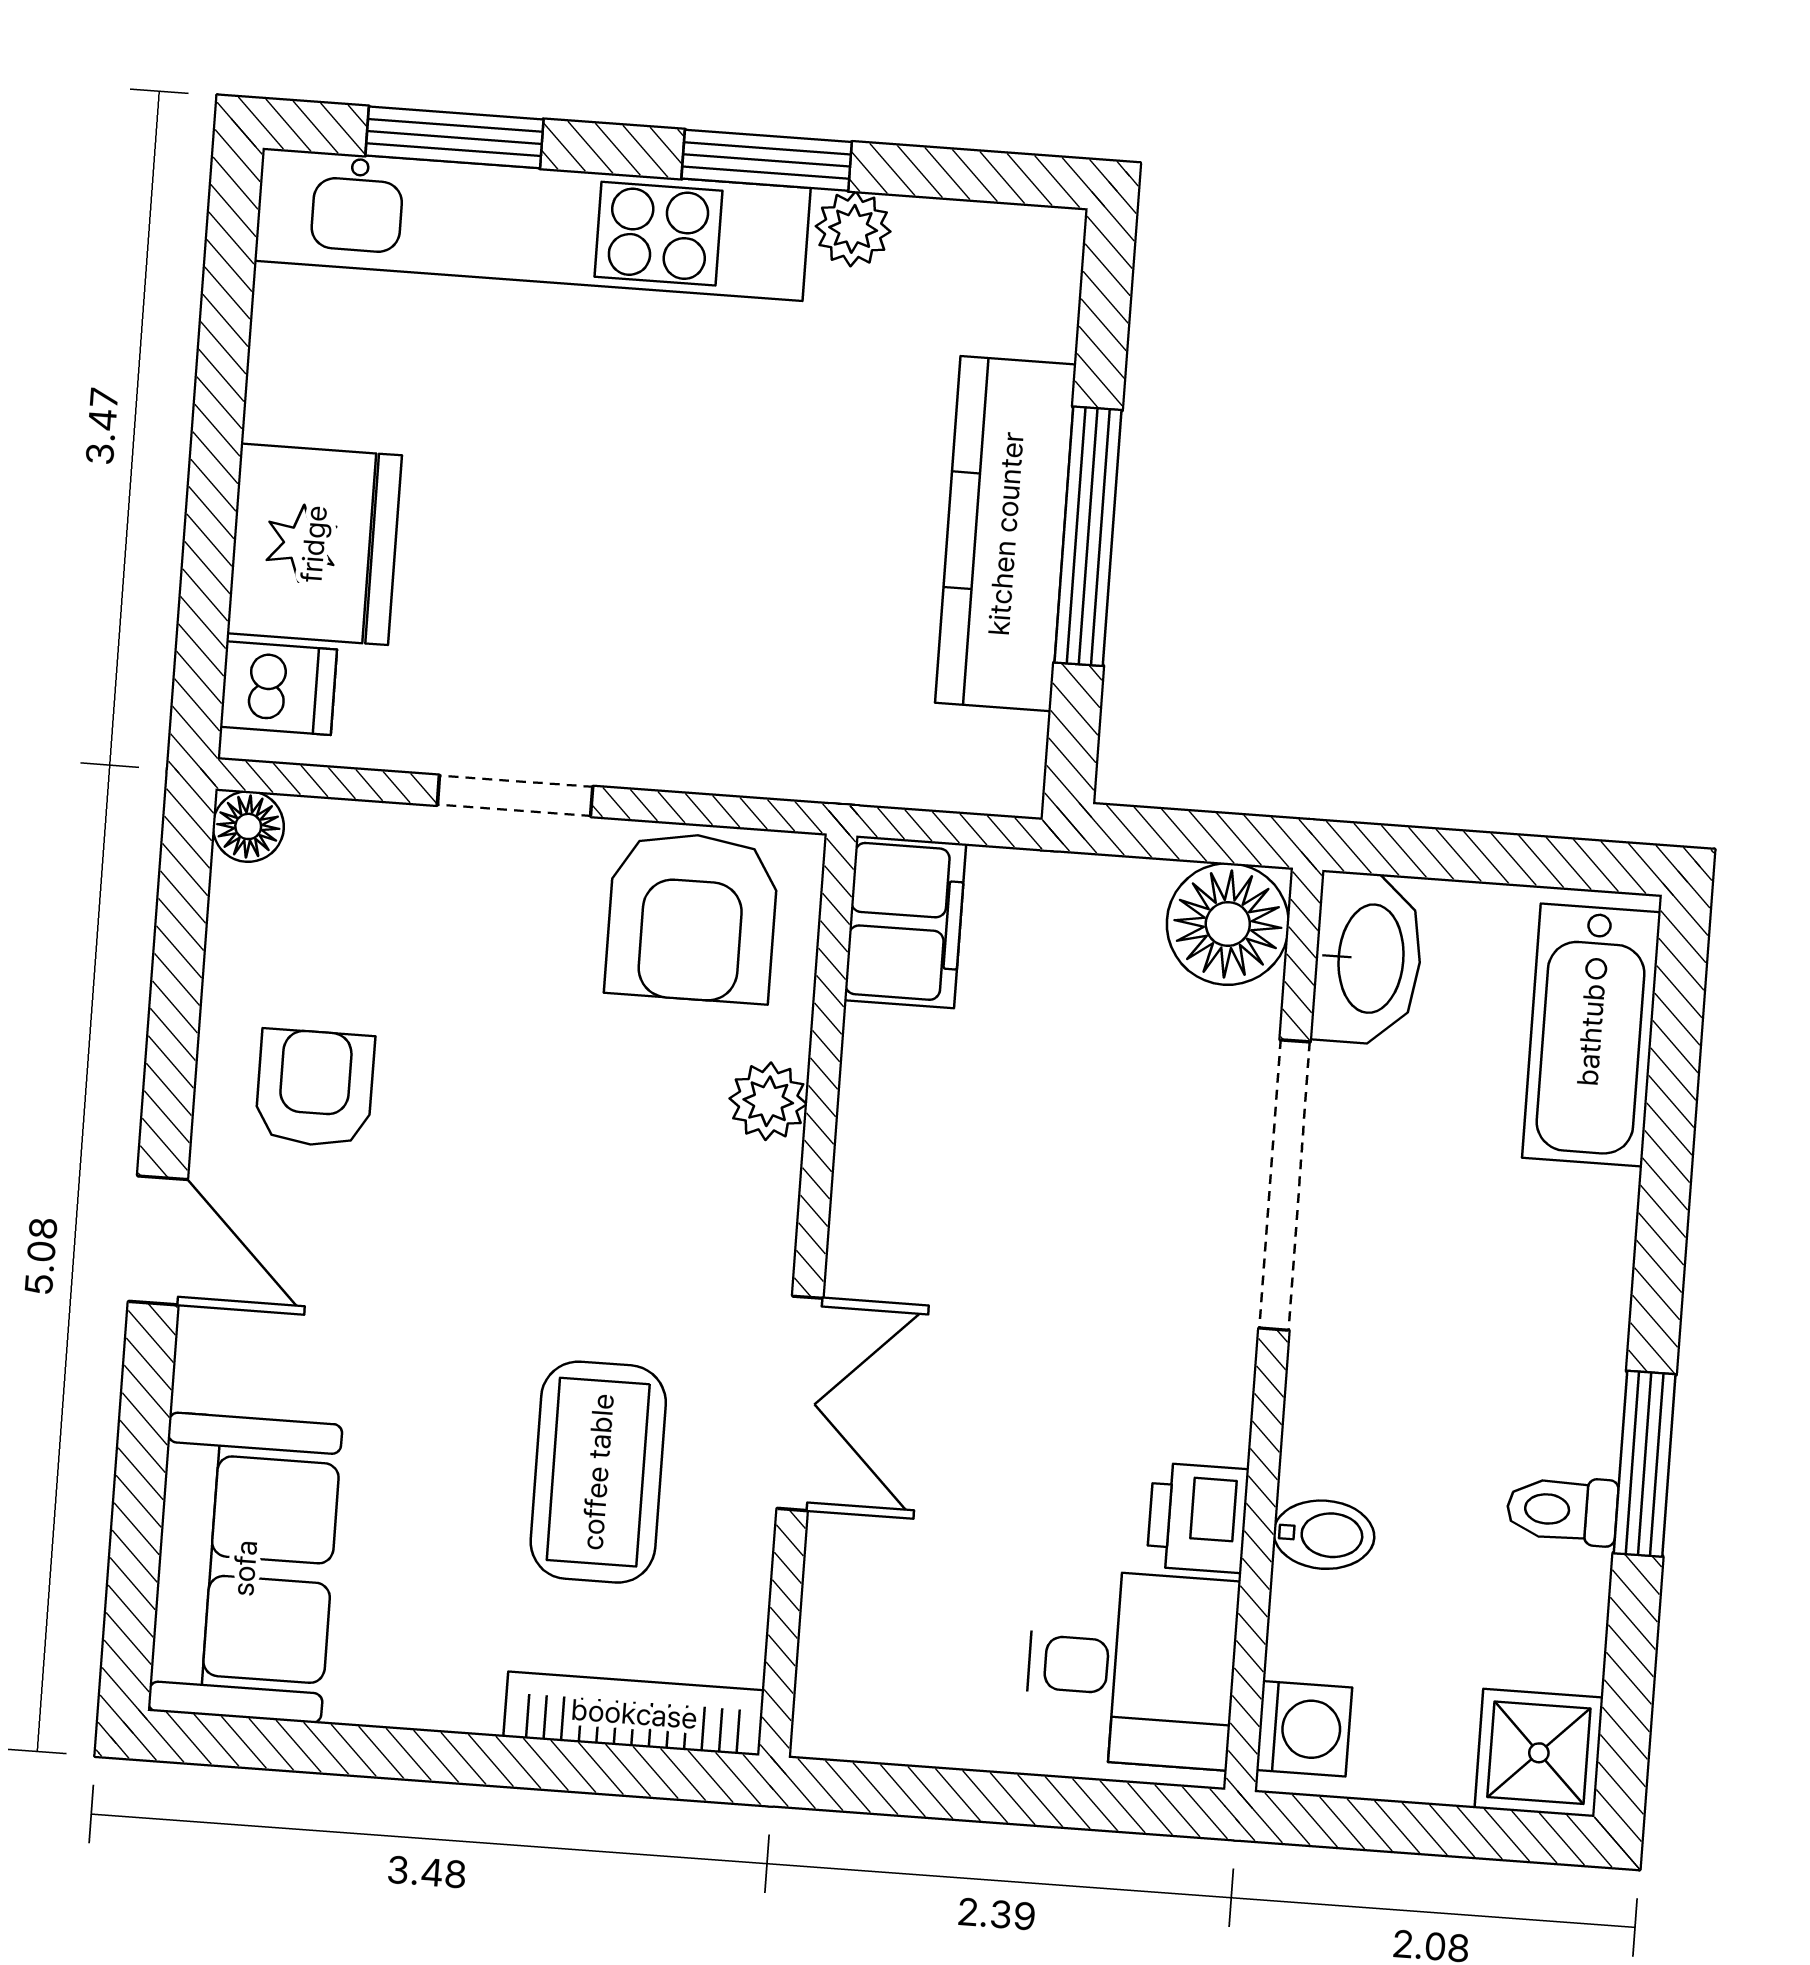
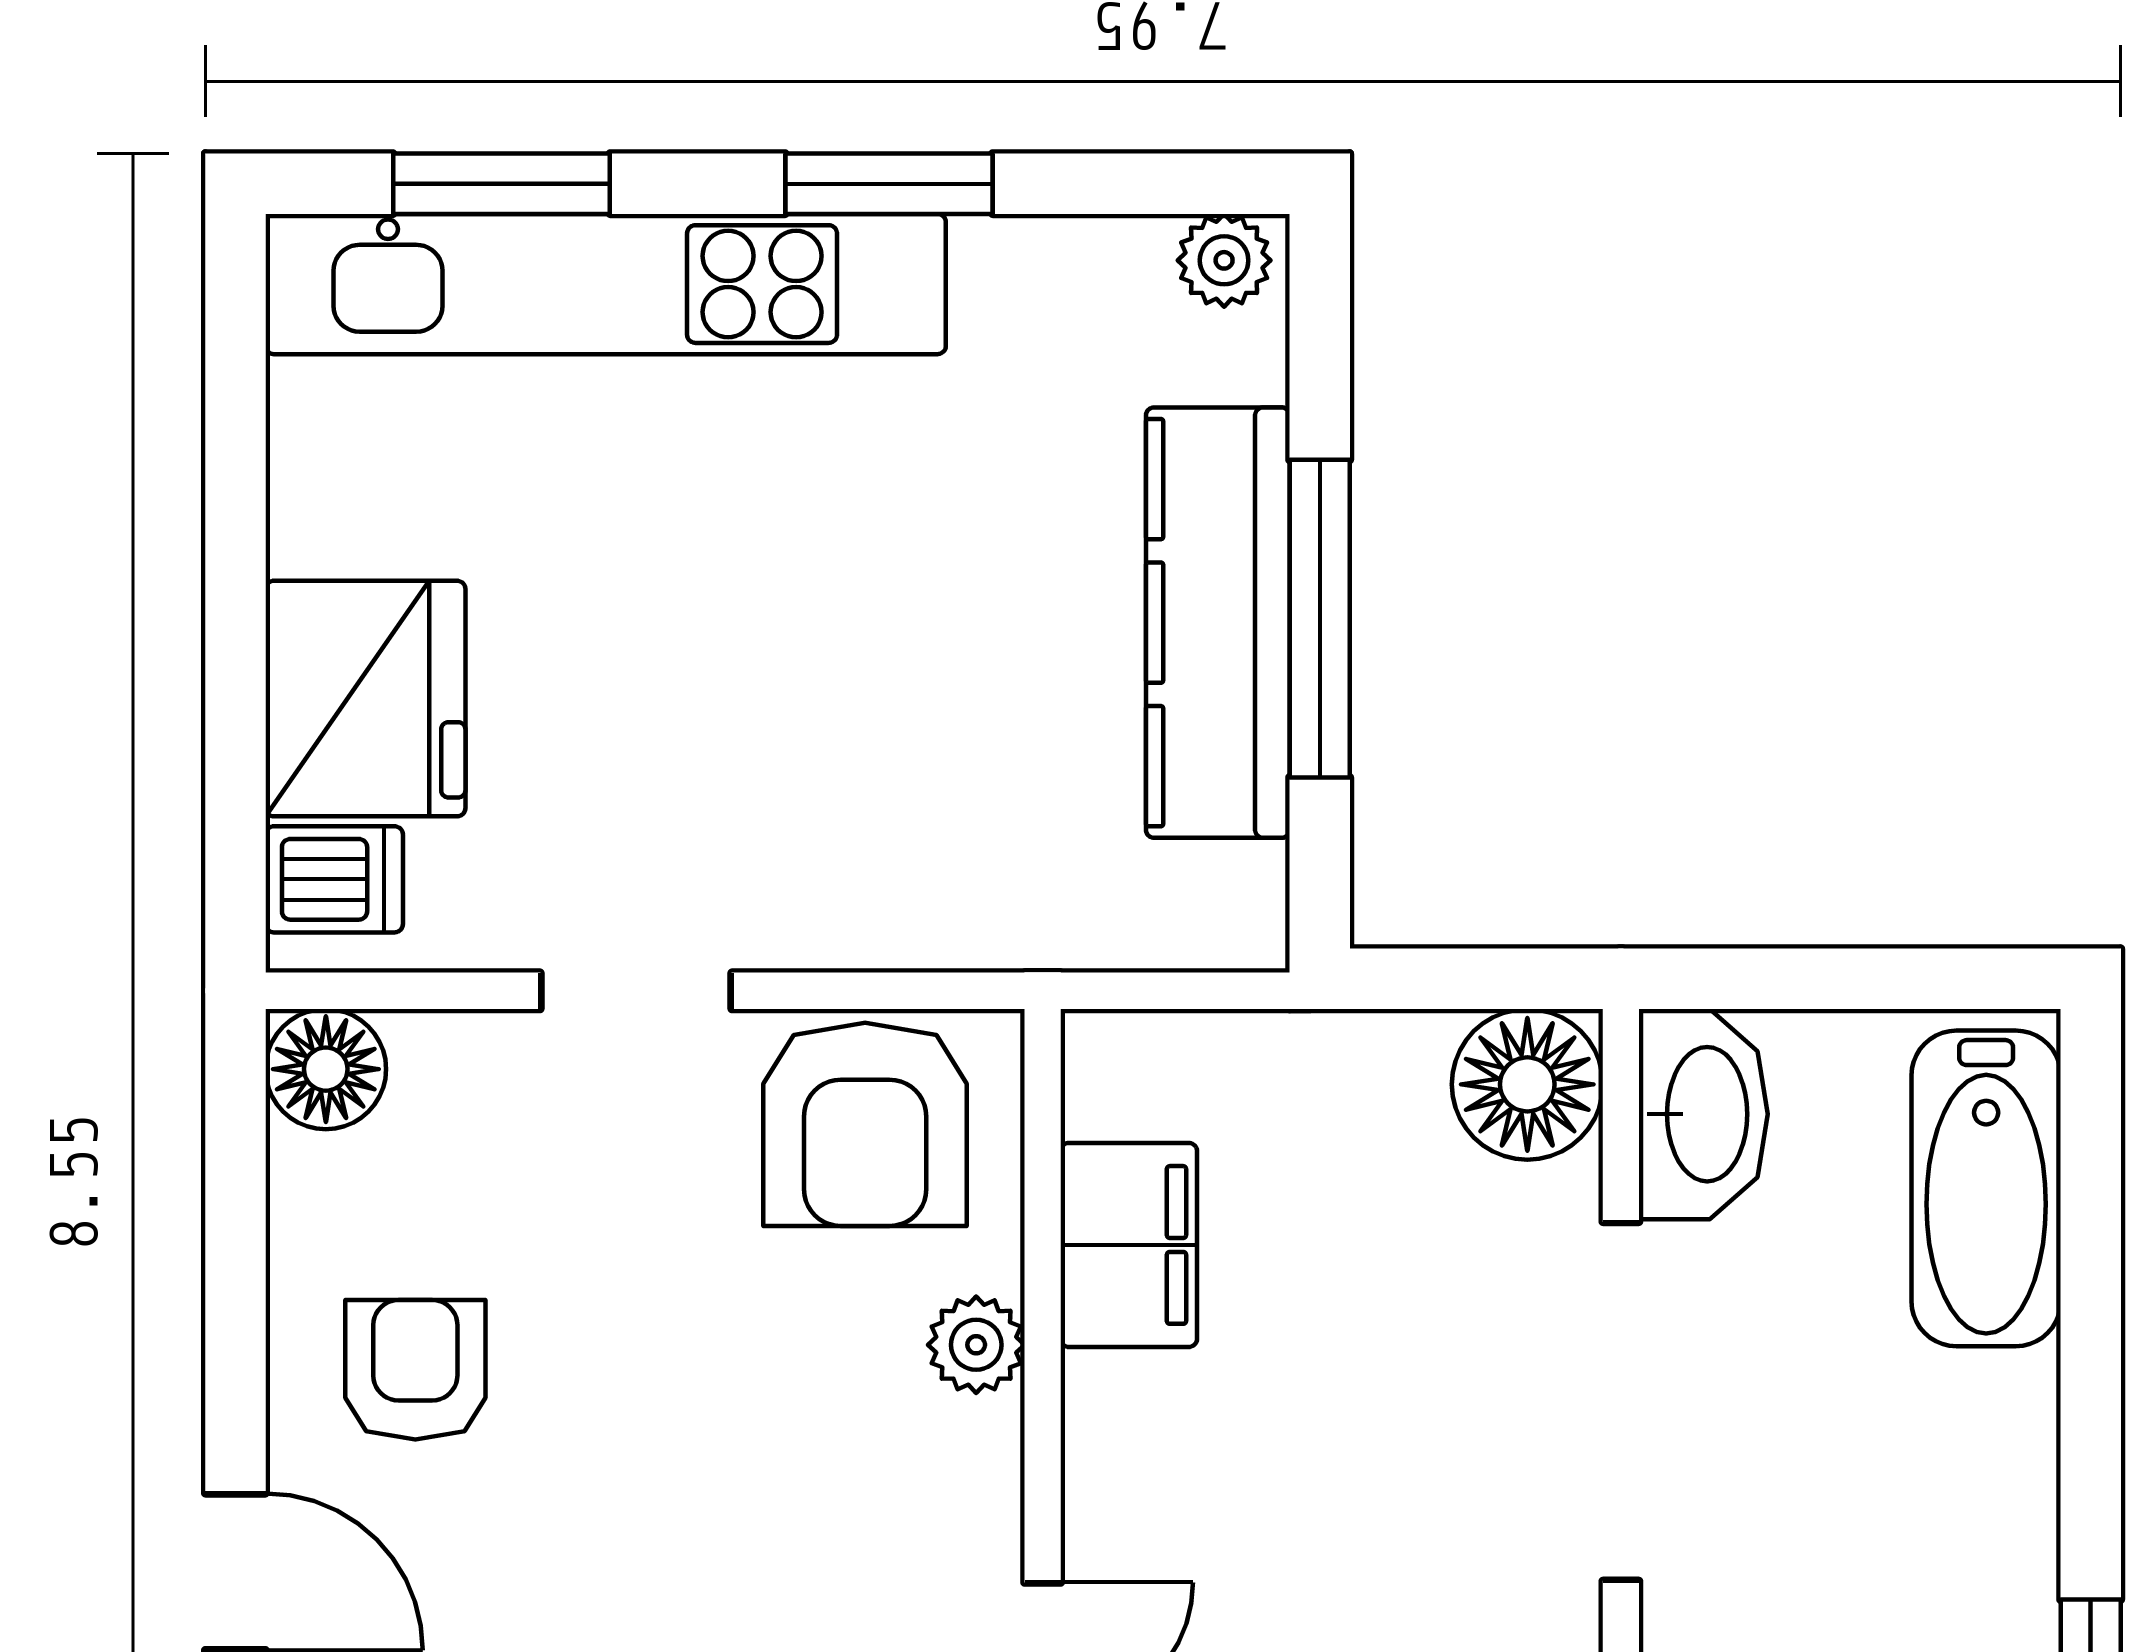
plant: (853, 229) -> (1224, 260), moved
floor lamp: (248, 826) -> (326, 1069), width x1.37, depth x1.37
filing cabinet: (905, 922) -> (1129, 1245), moved

